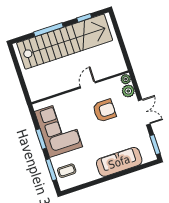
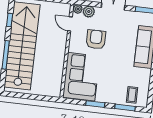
door: (88, 85) -> (70, 24), moved
corner sofa: (59, 129) -> (81, 77), moved, turned 90

